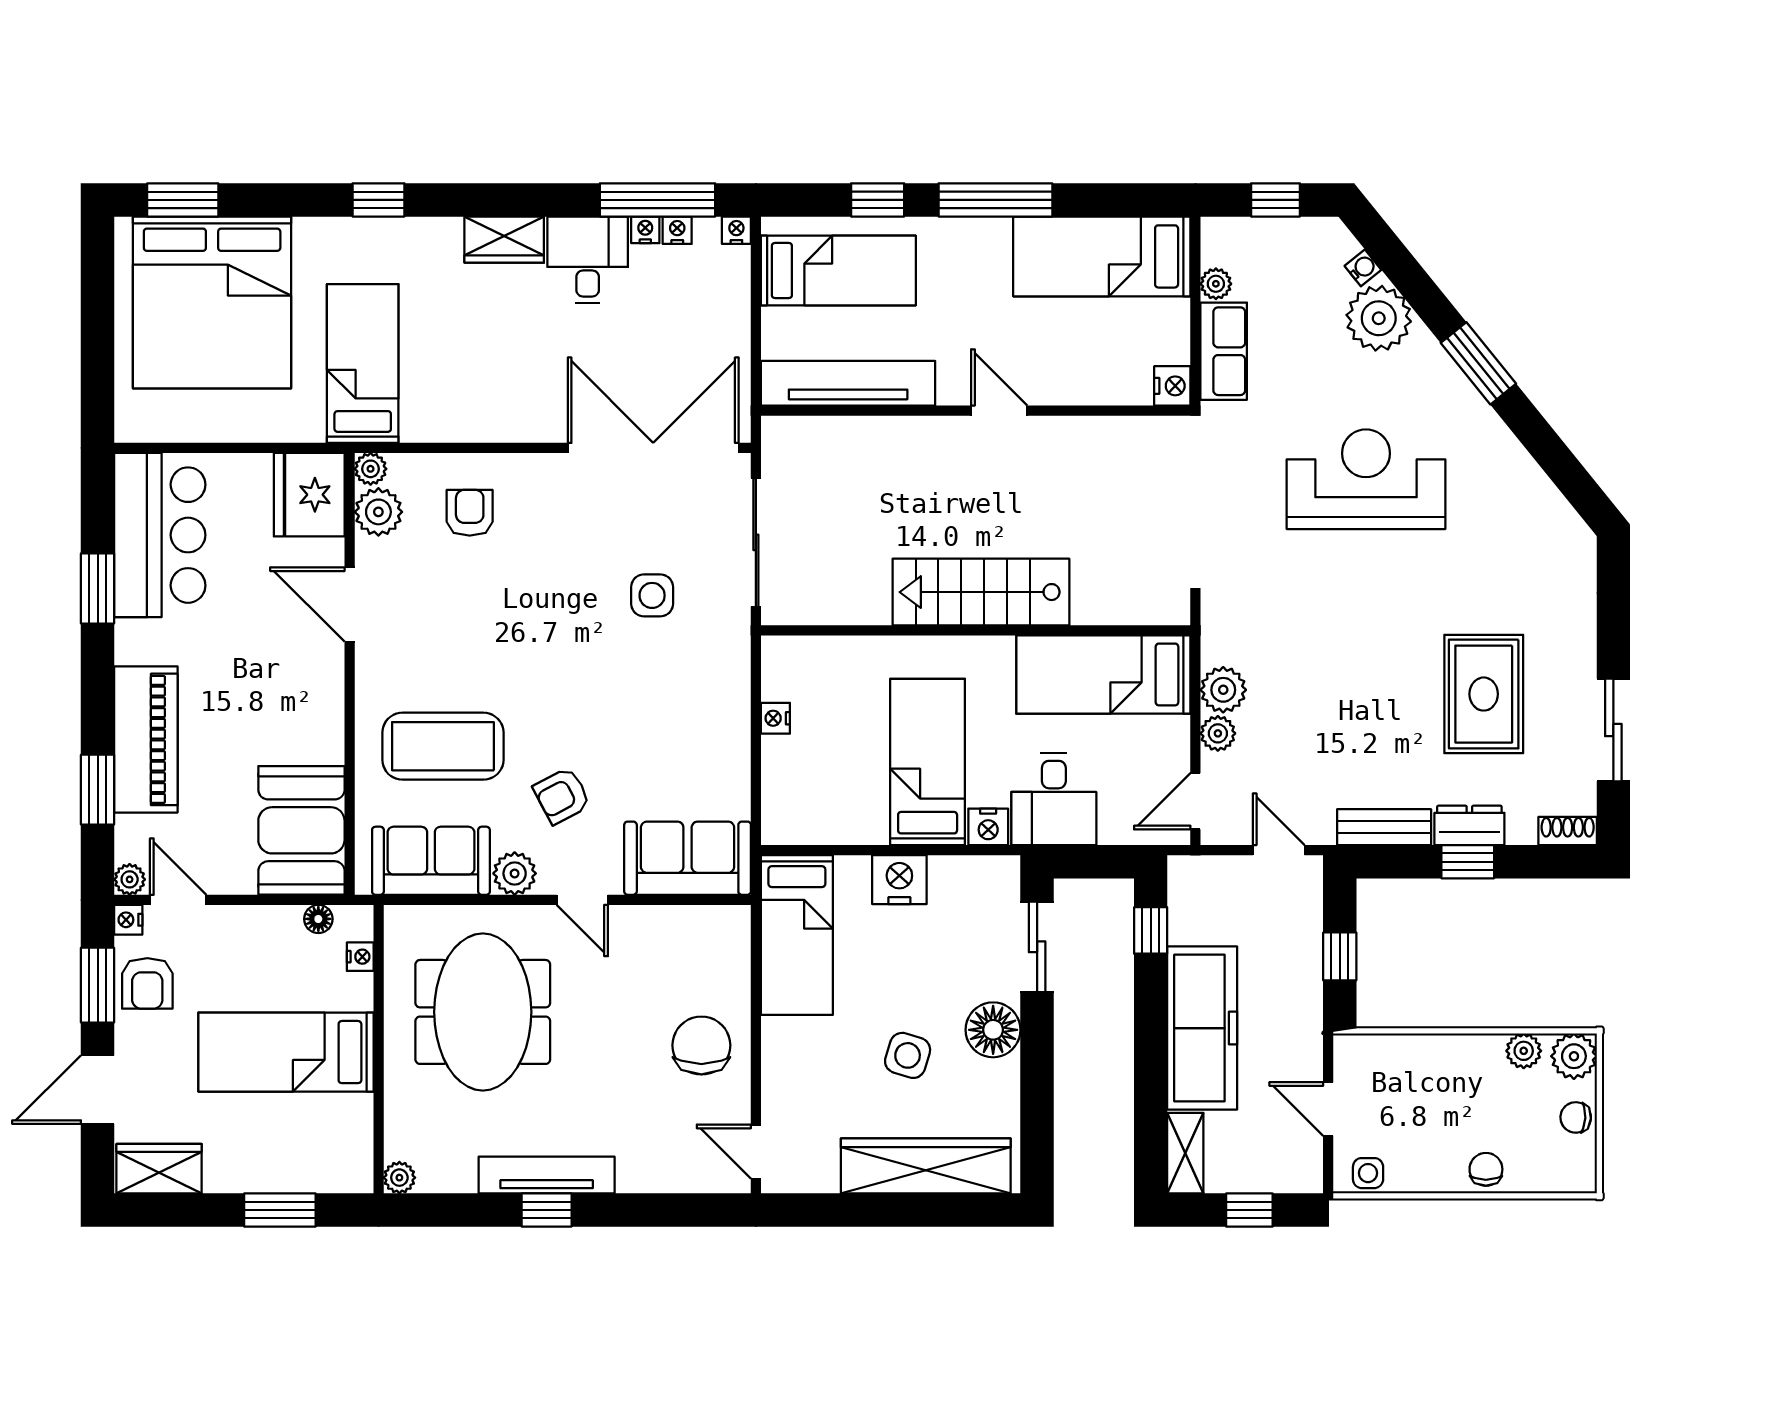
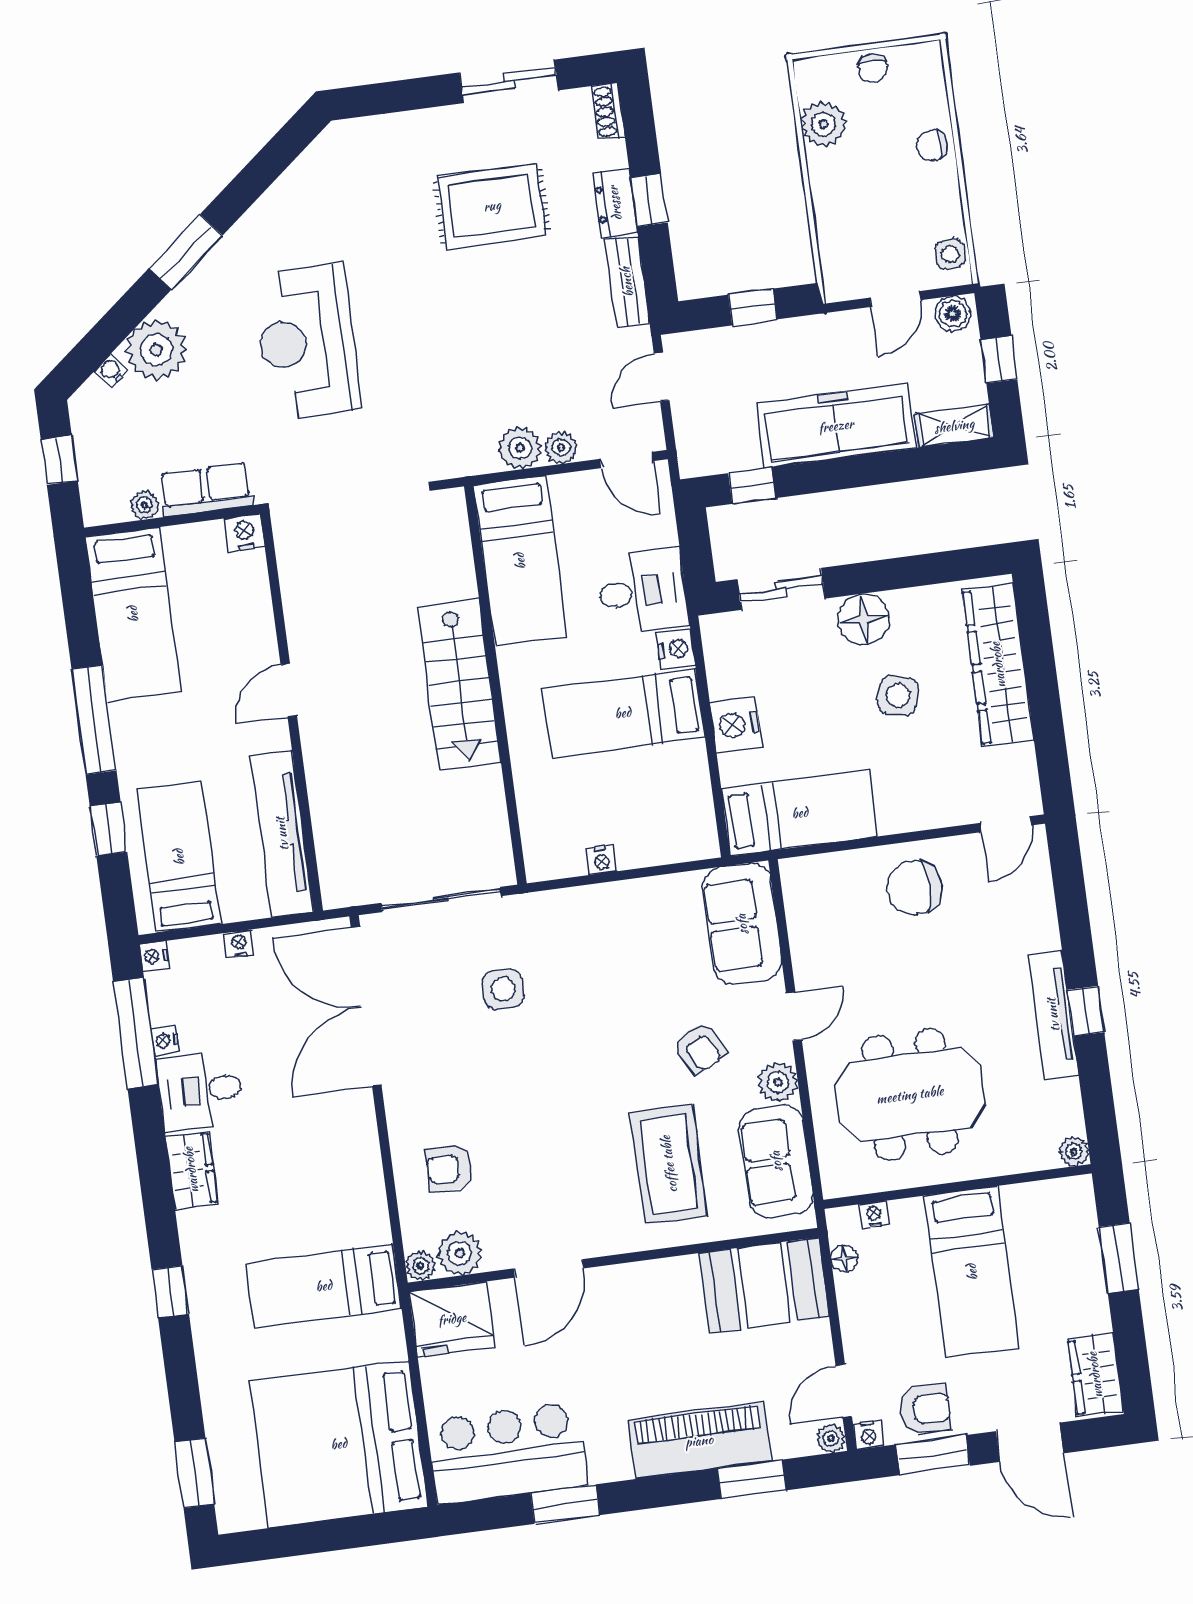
nightstand: (677, 230) -> (239, 944), moved, turned 90
bed: (212, 302) -> (339, 1444), moved, turned 180
plant: (1524, 1051) -> (824, 124), width x1.38, depth x1.38
plant: (1574, 1056) -> (816, 78), removed
boiler: (1304, 1168) -> (953, 314), added

